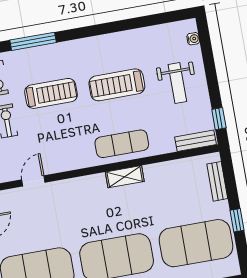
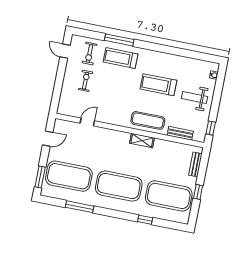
weight bench: (177, 83) -> (194, 98), turned 90
treadmill: (51, 93) -> (121, 58), moved, turned 180
bench: (196, 141) -> (180, 133), moved

